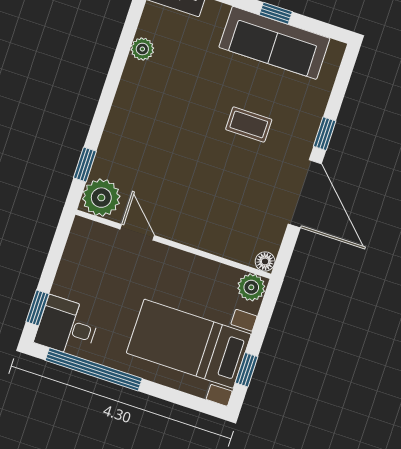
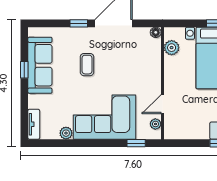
corner sofa: (148, 125) -> (105, 117), added
plant: (101, 198) -> (155, 124), width x0.53, depth x0.53
plant: (251, 287) -> (172, 48), moved

